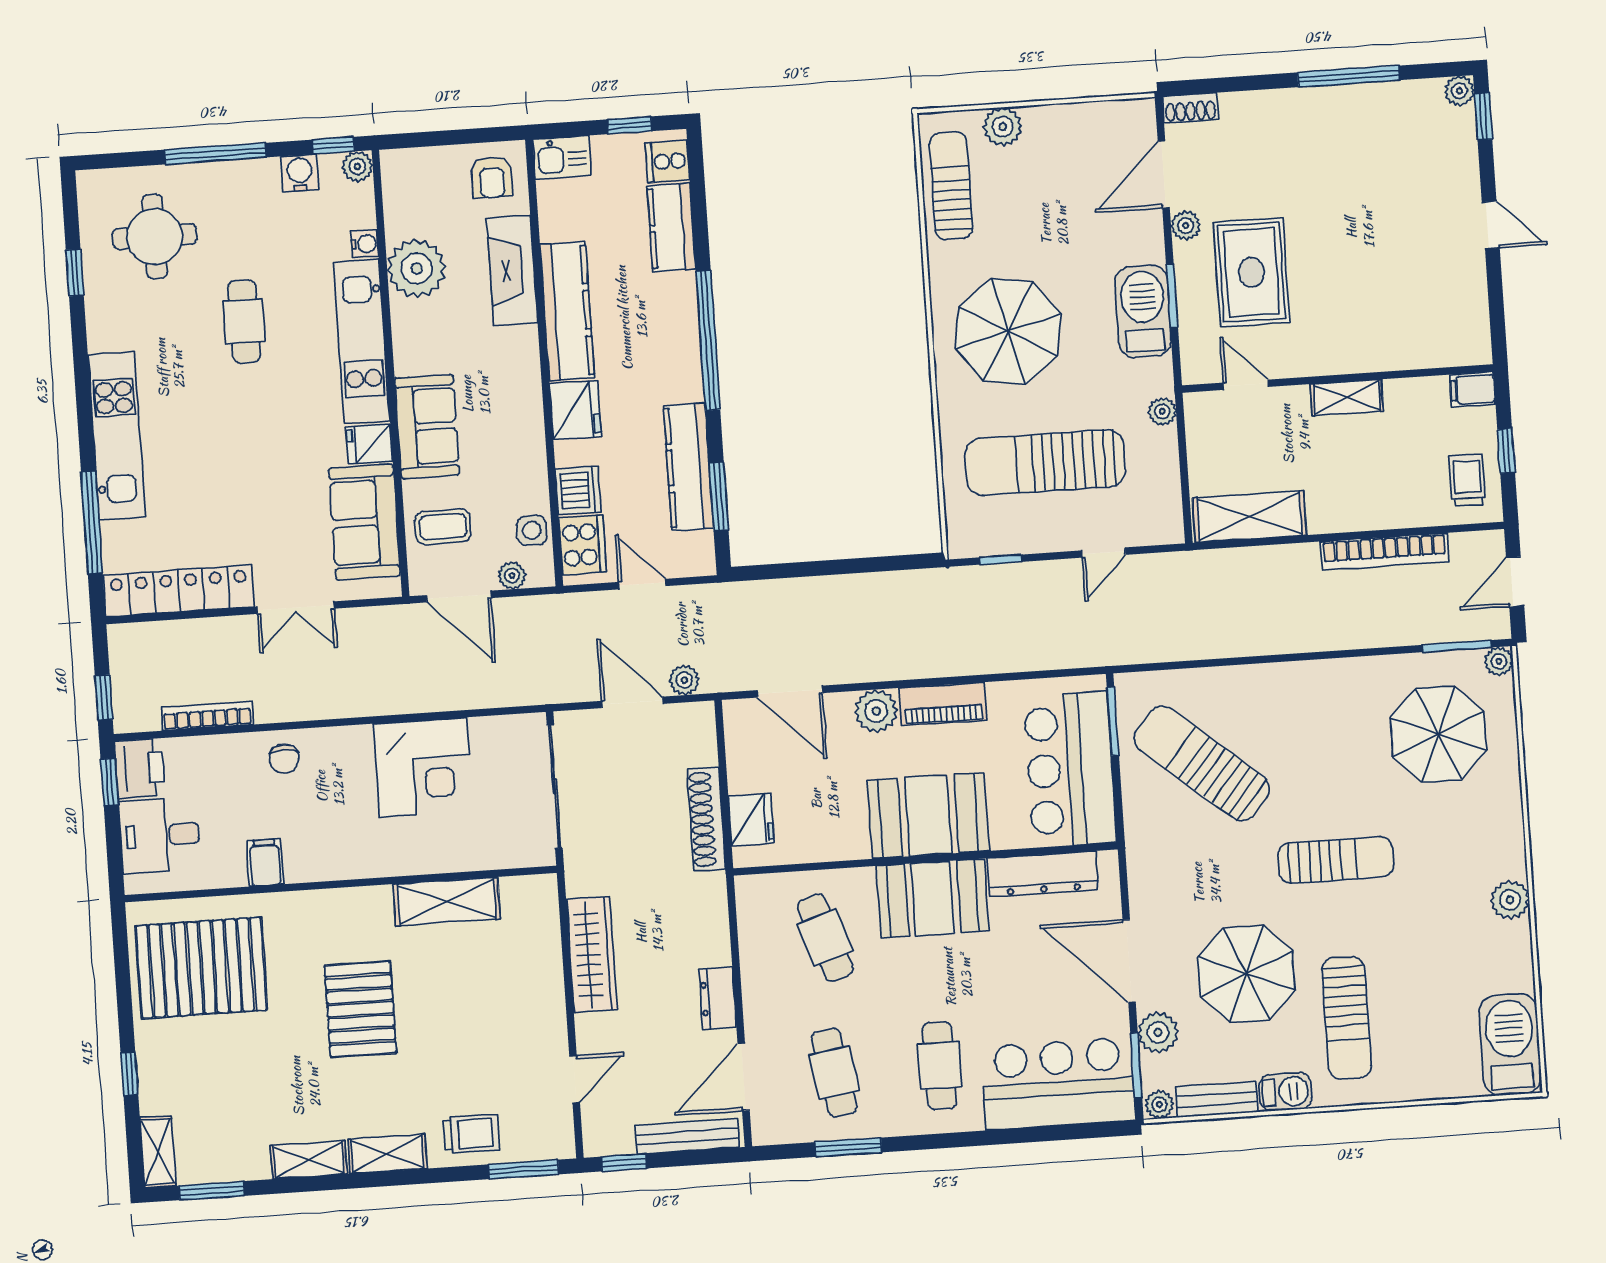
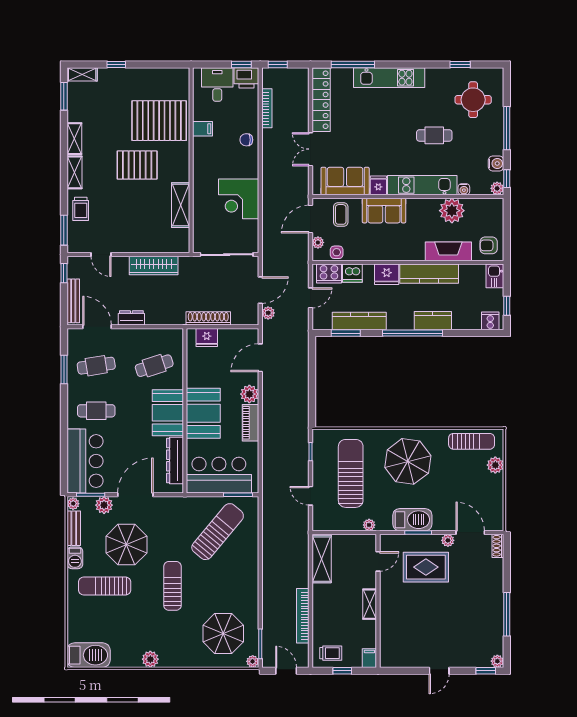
kitchen counter: (671, 227) -> (433, 321), moved
sun lounger: (1336, 860) -> (172, 586), turned 180
pallet: (201, 968) -> (159, 121), moved, turned 90

